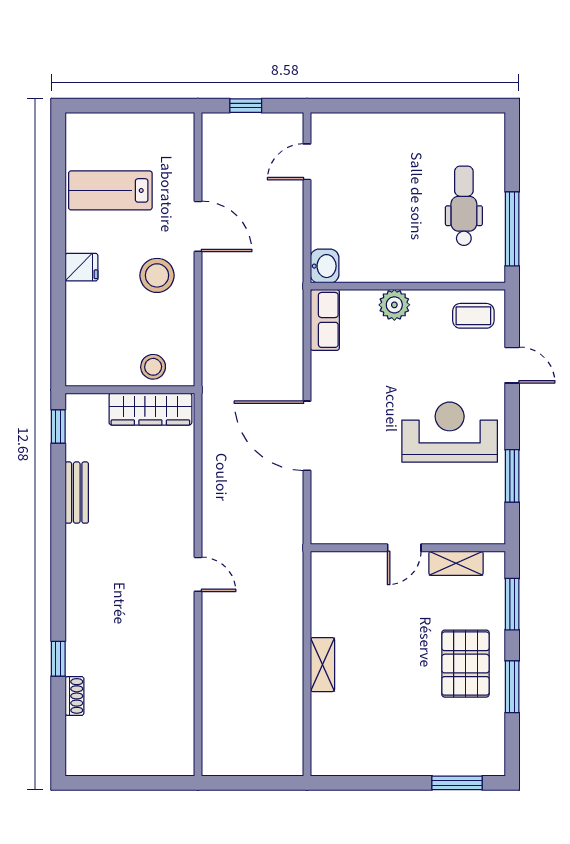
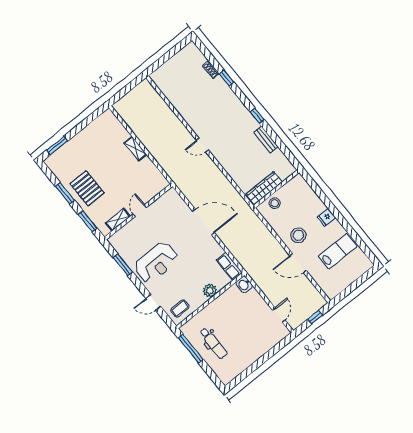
window: (58, 427) -> (257, 116), moved

